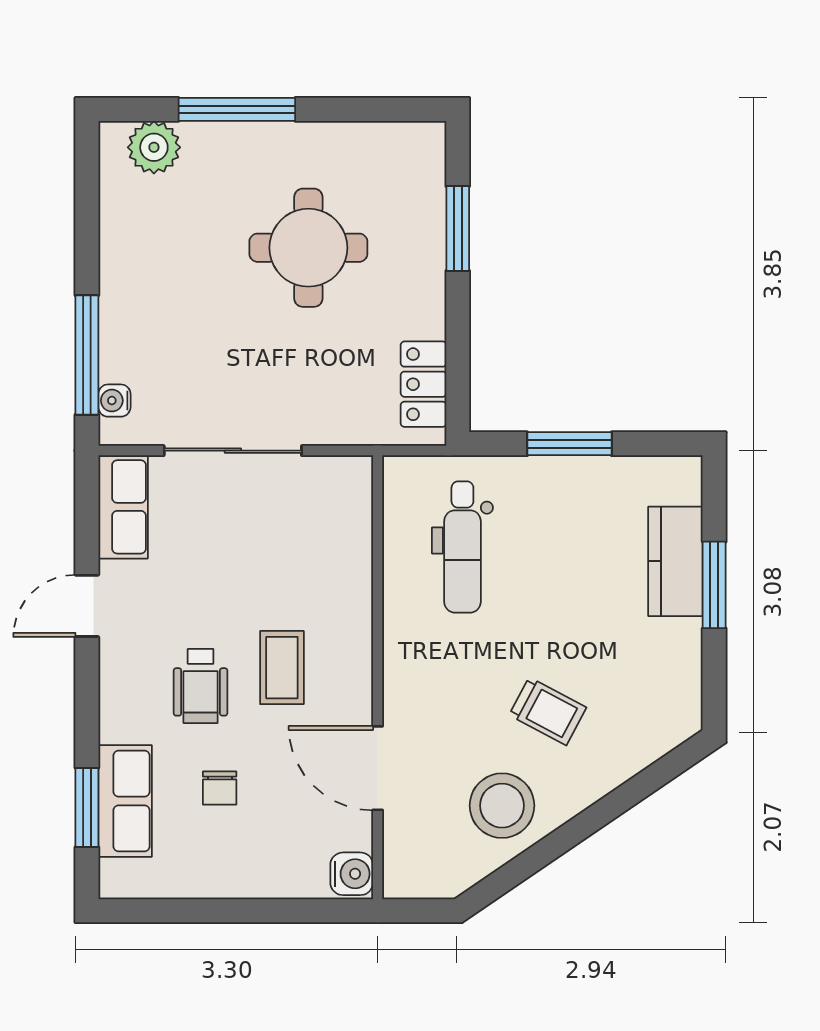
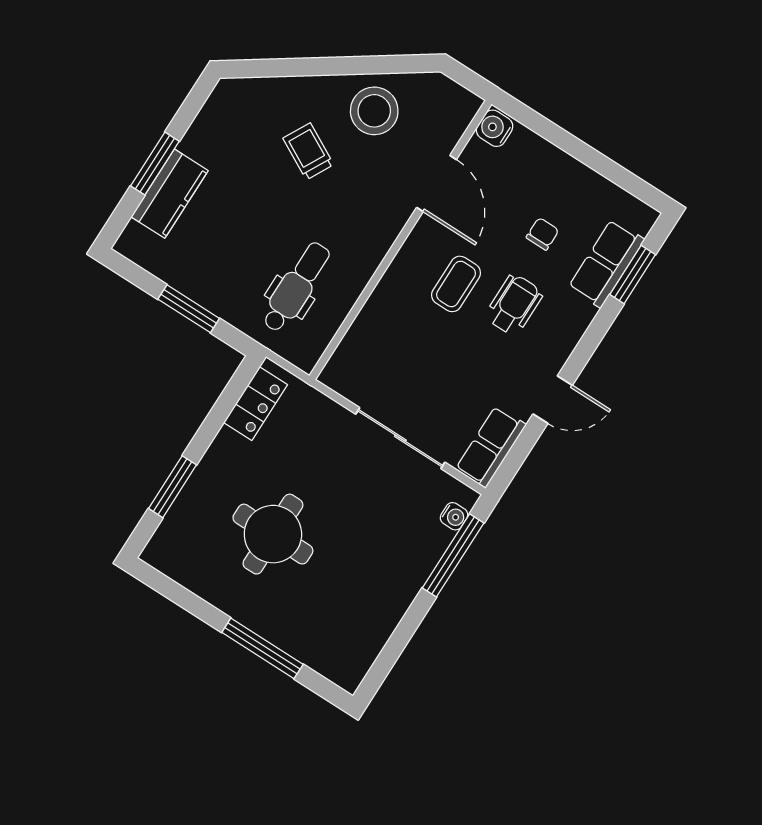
plant: (154, 147) -> (329, 658), removed

